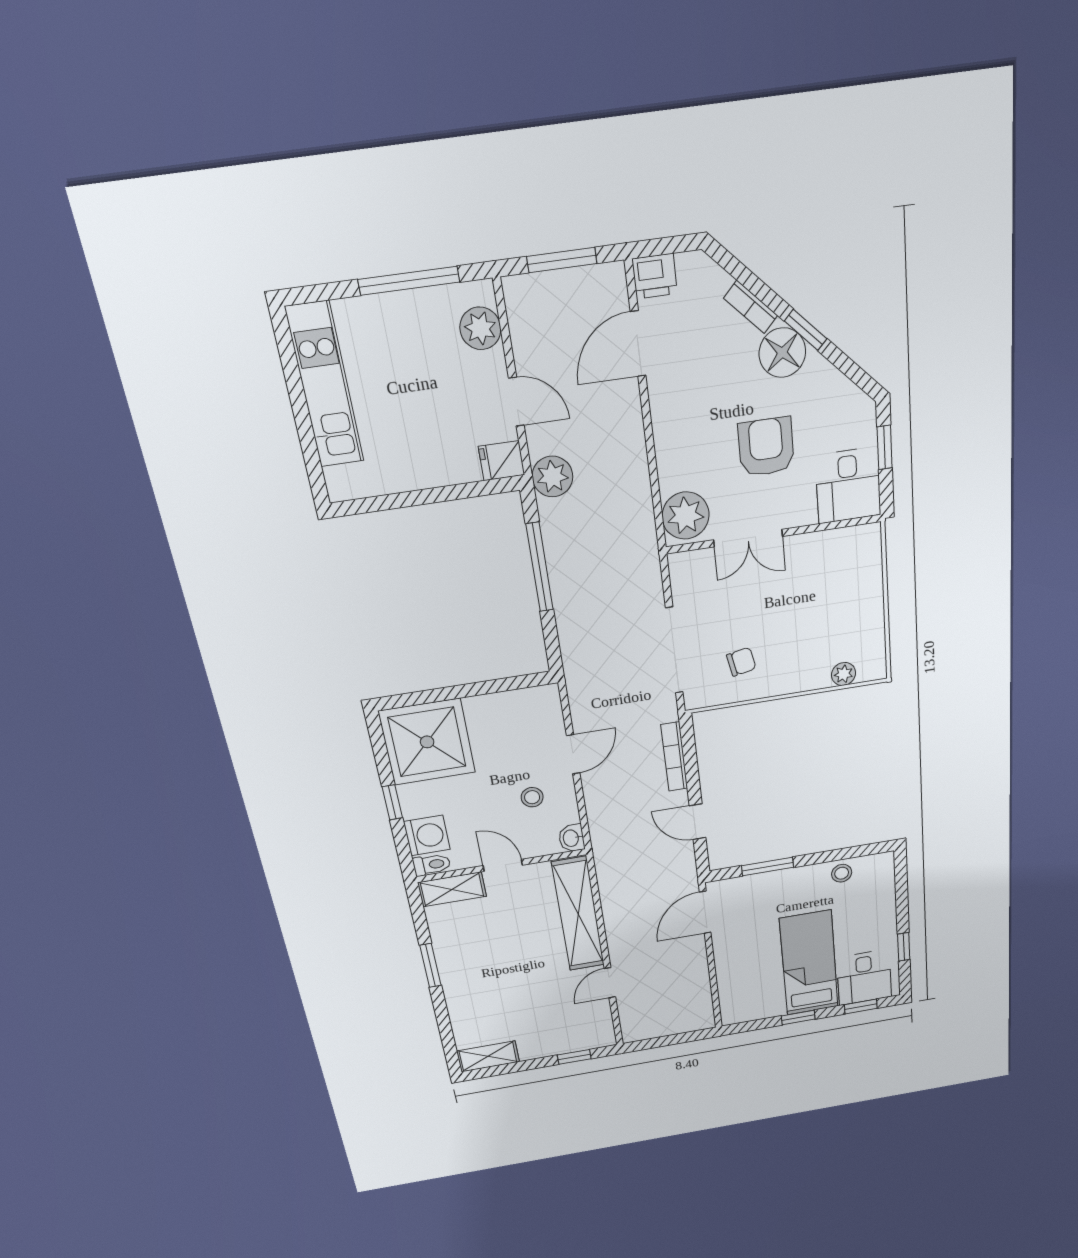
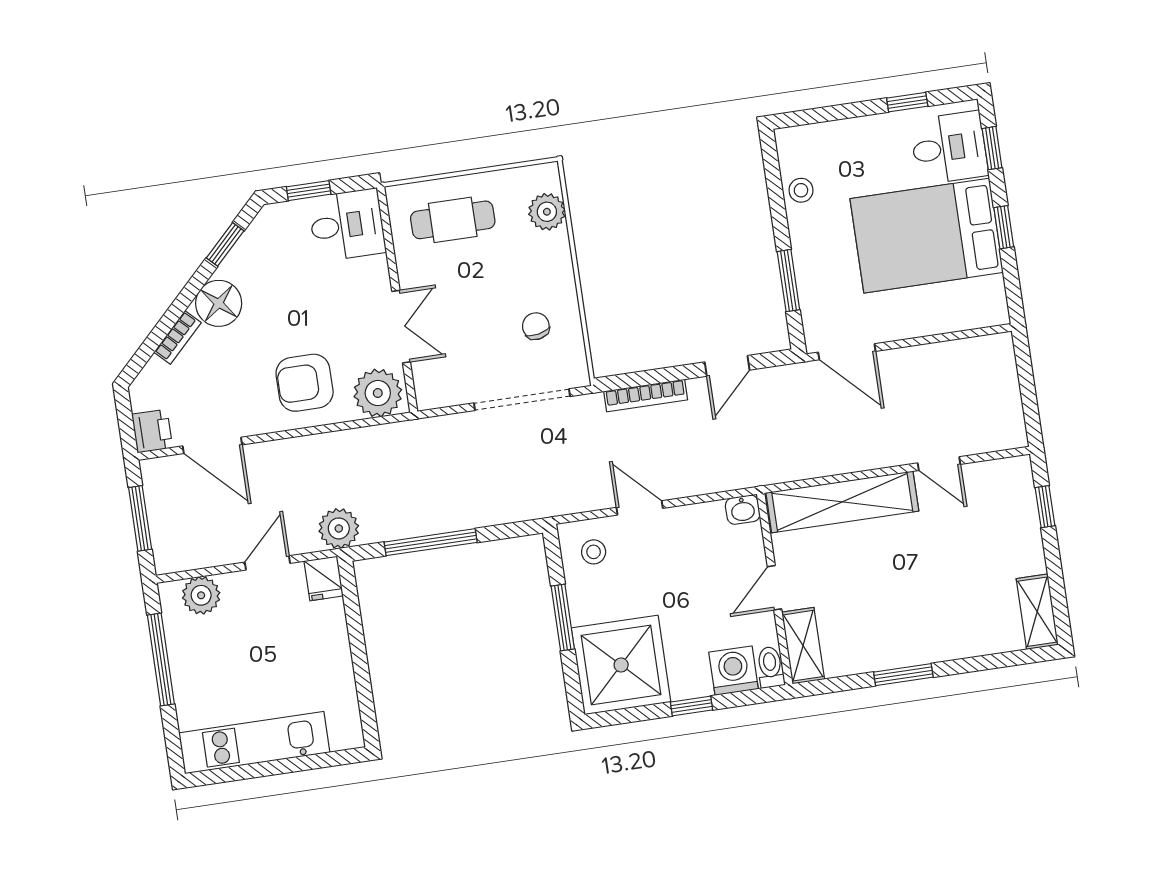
window: (806, 330) -> (225, 244), moved
armchair: (766, 447) -> (305, 383), moved
cafe table: (844, 586) -> (453, 220), added
plant: (844, 674) -> (547, 212), width x1.38, depth x1.38
window: (470, 690) -> (563, 617), added
stool: (532, 797) -> (594, 552), moved
bed: (809, 963) -> (927, 236), width x1.50

